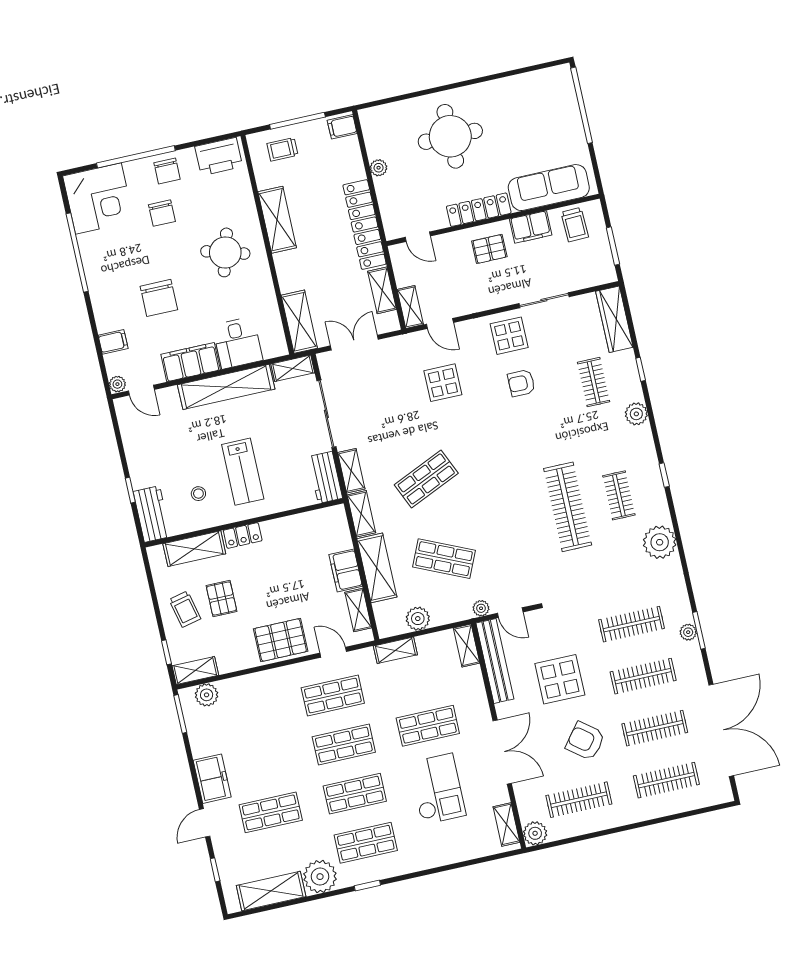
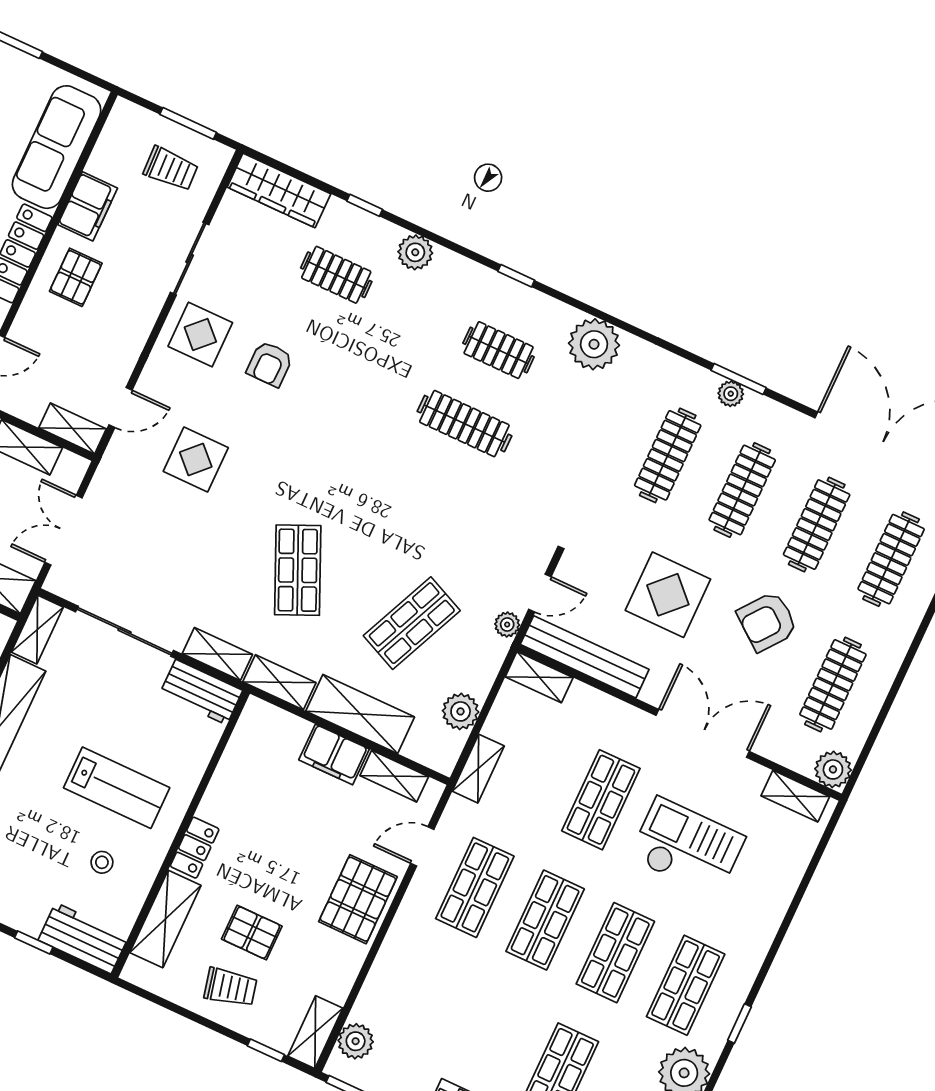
trolley: (575, 225) -> (171, 169), moved
clothes rail: (568, 507) -> (464, 424), width x0.73, depth x0.76

